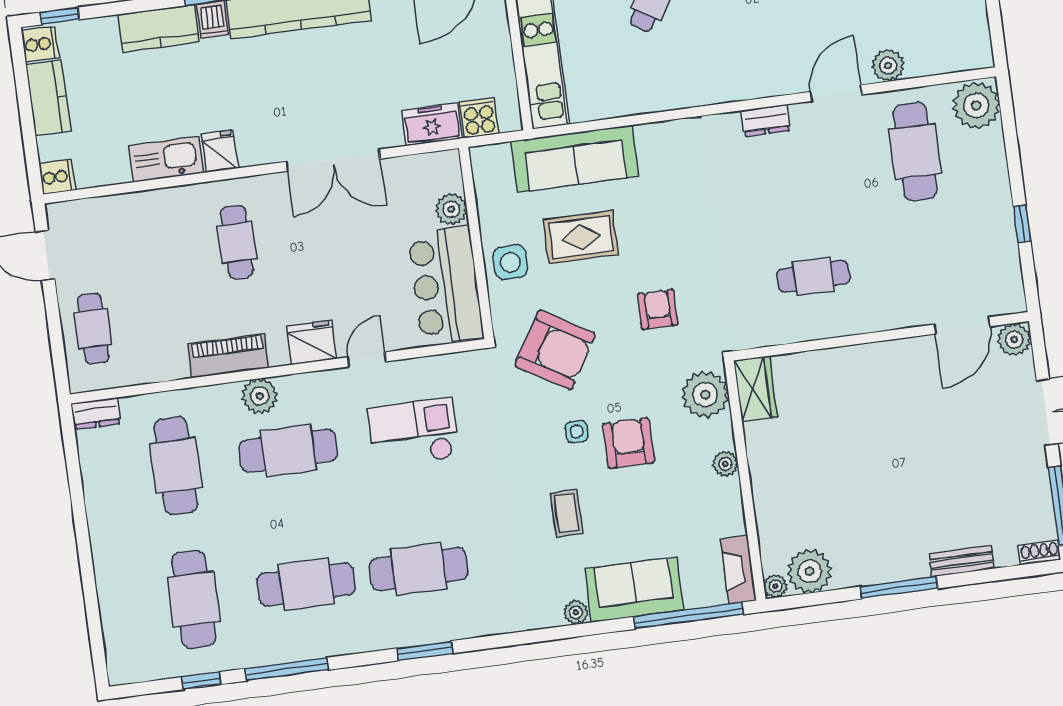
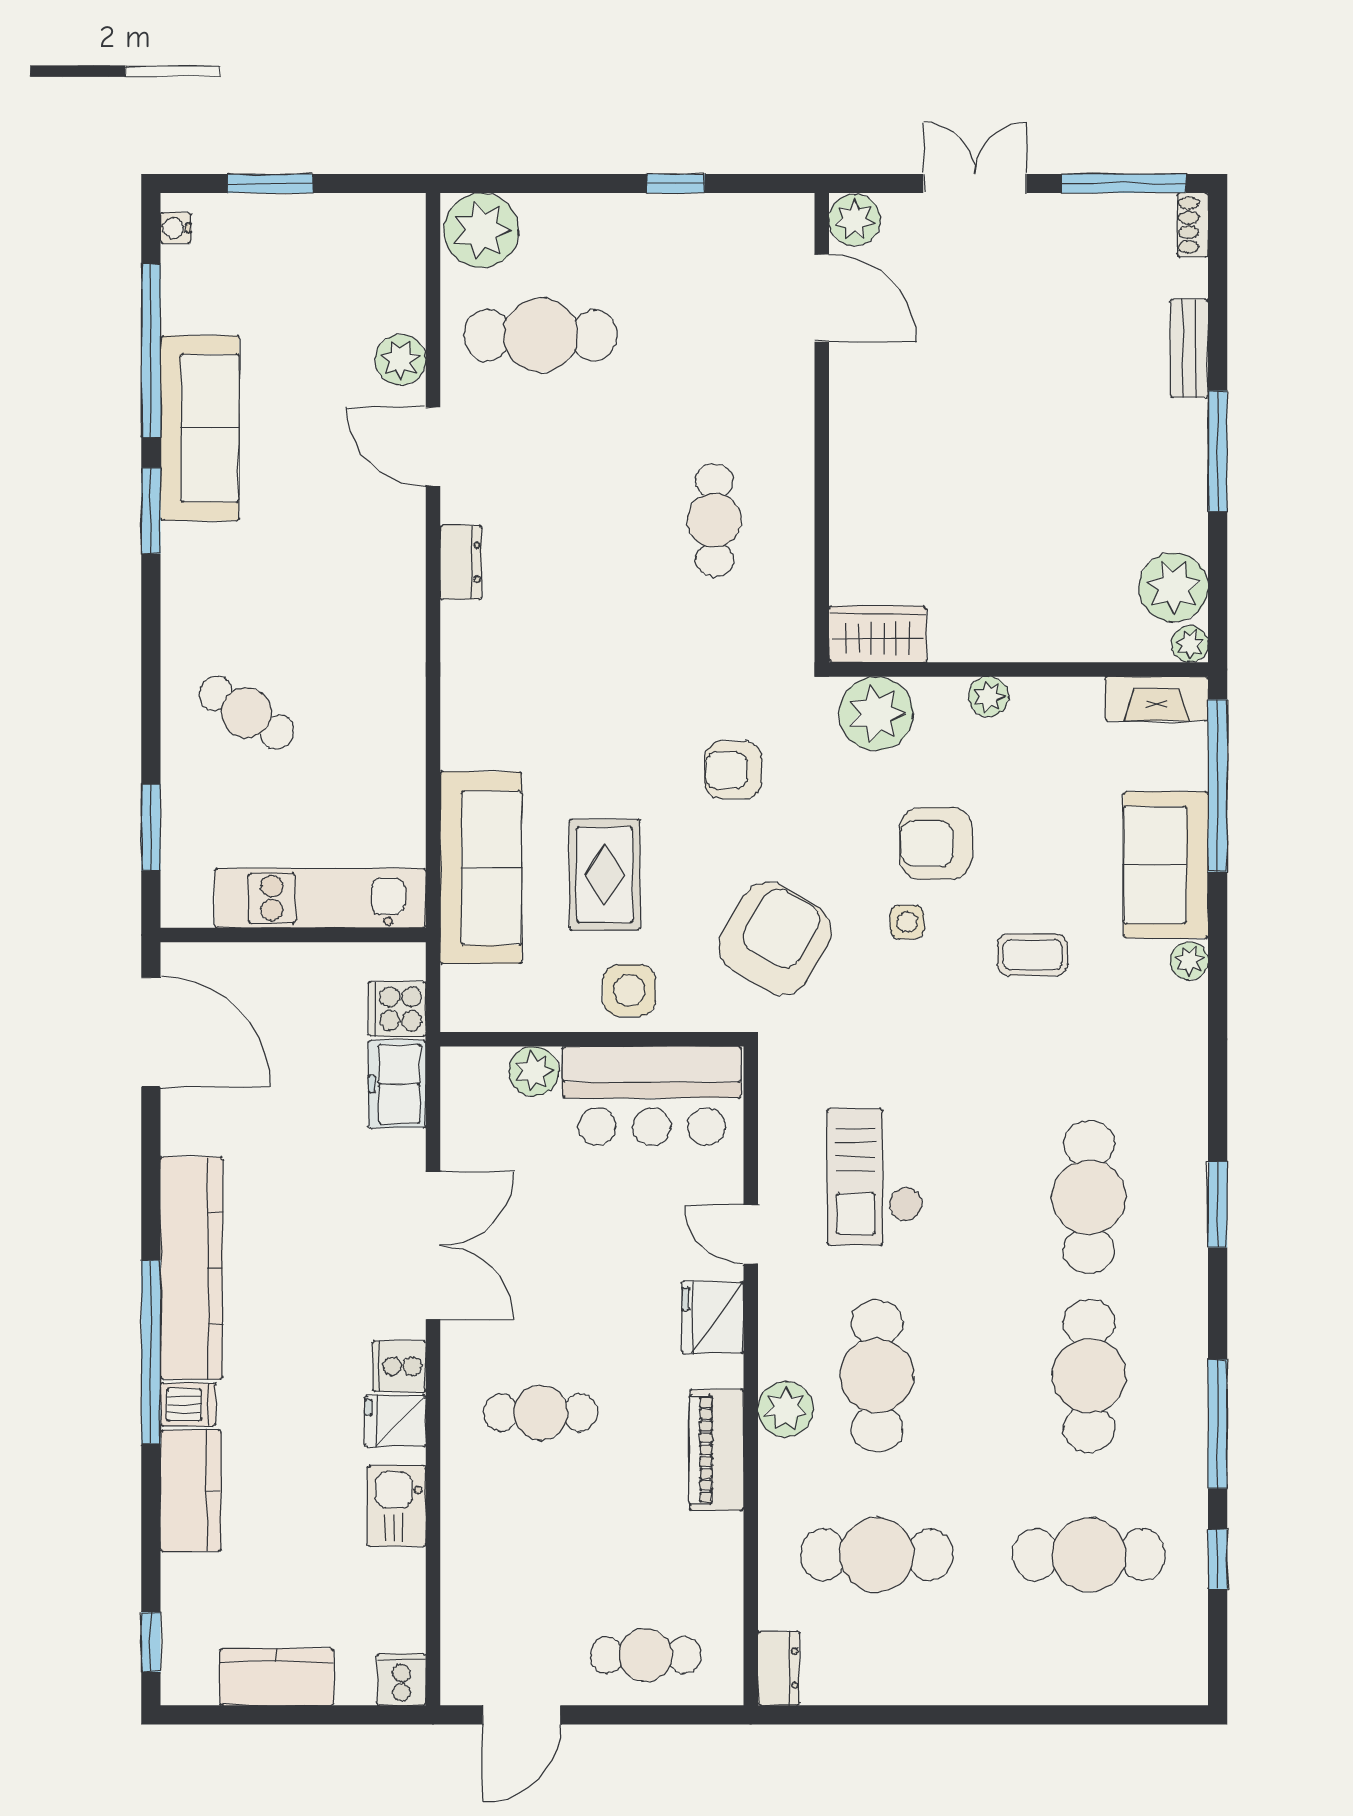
cooker: (40, 44) -> (399, 1366), moved, turned -90
kitchen sink: (166, 159) -> (397, 1506), width x0.73

